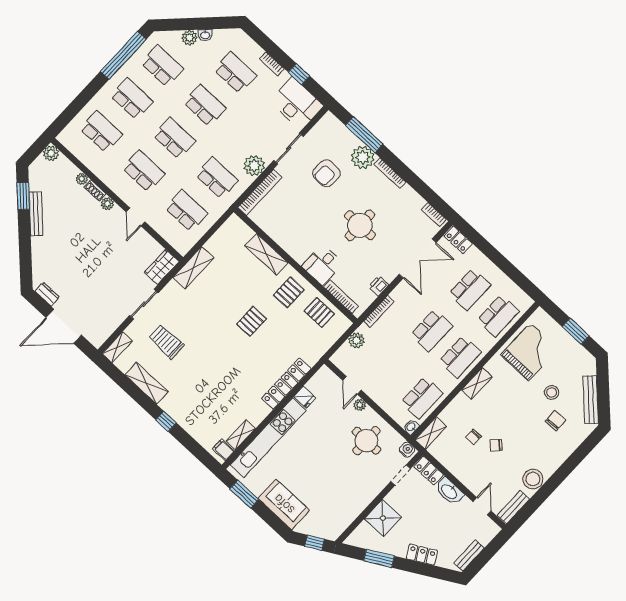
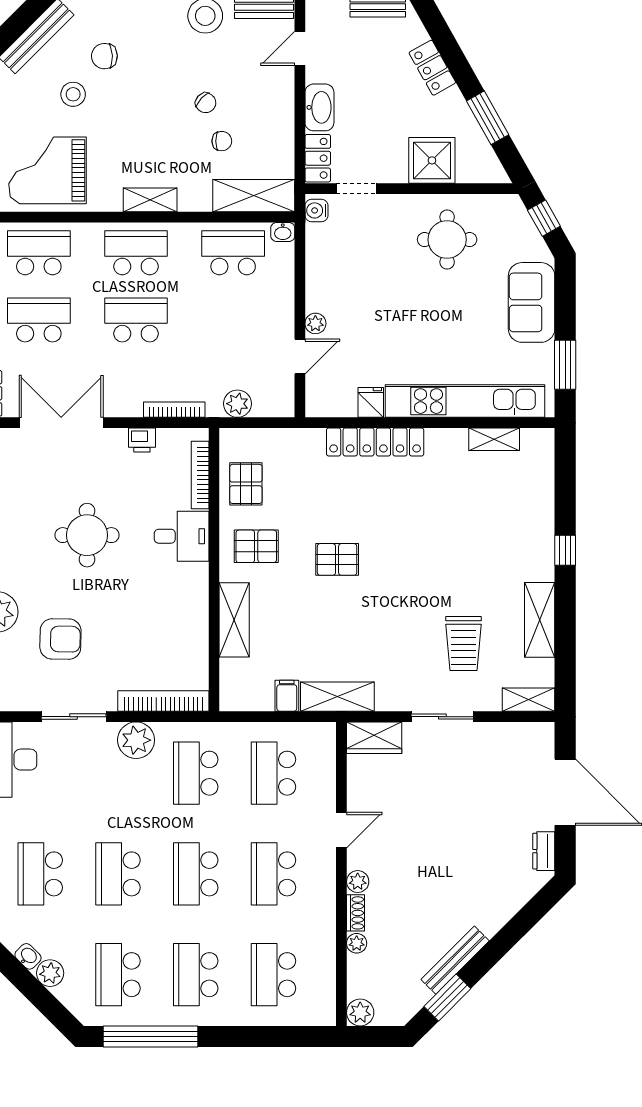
shelving: (431, 433) -> (254, 196), width x1.50, depth x1.33
round table: (366, 441) -> (447, 240), moved
filing cabinet: (224, 450) -> (287, 696), moved, turned 180

